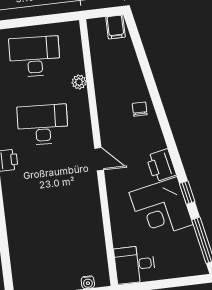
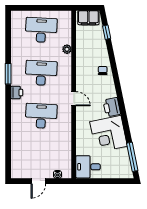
filing cabinet: (116, 27) -> (88, 18), width x2.00
desk: (51, 193) -> (41, 116), added
window: (187, 193) -> (107, 32), moved

